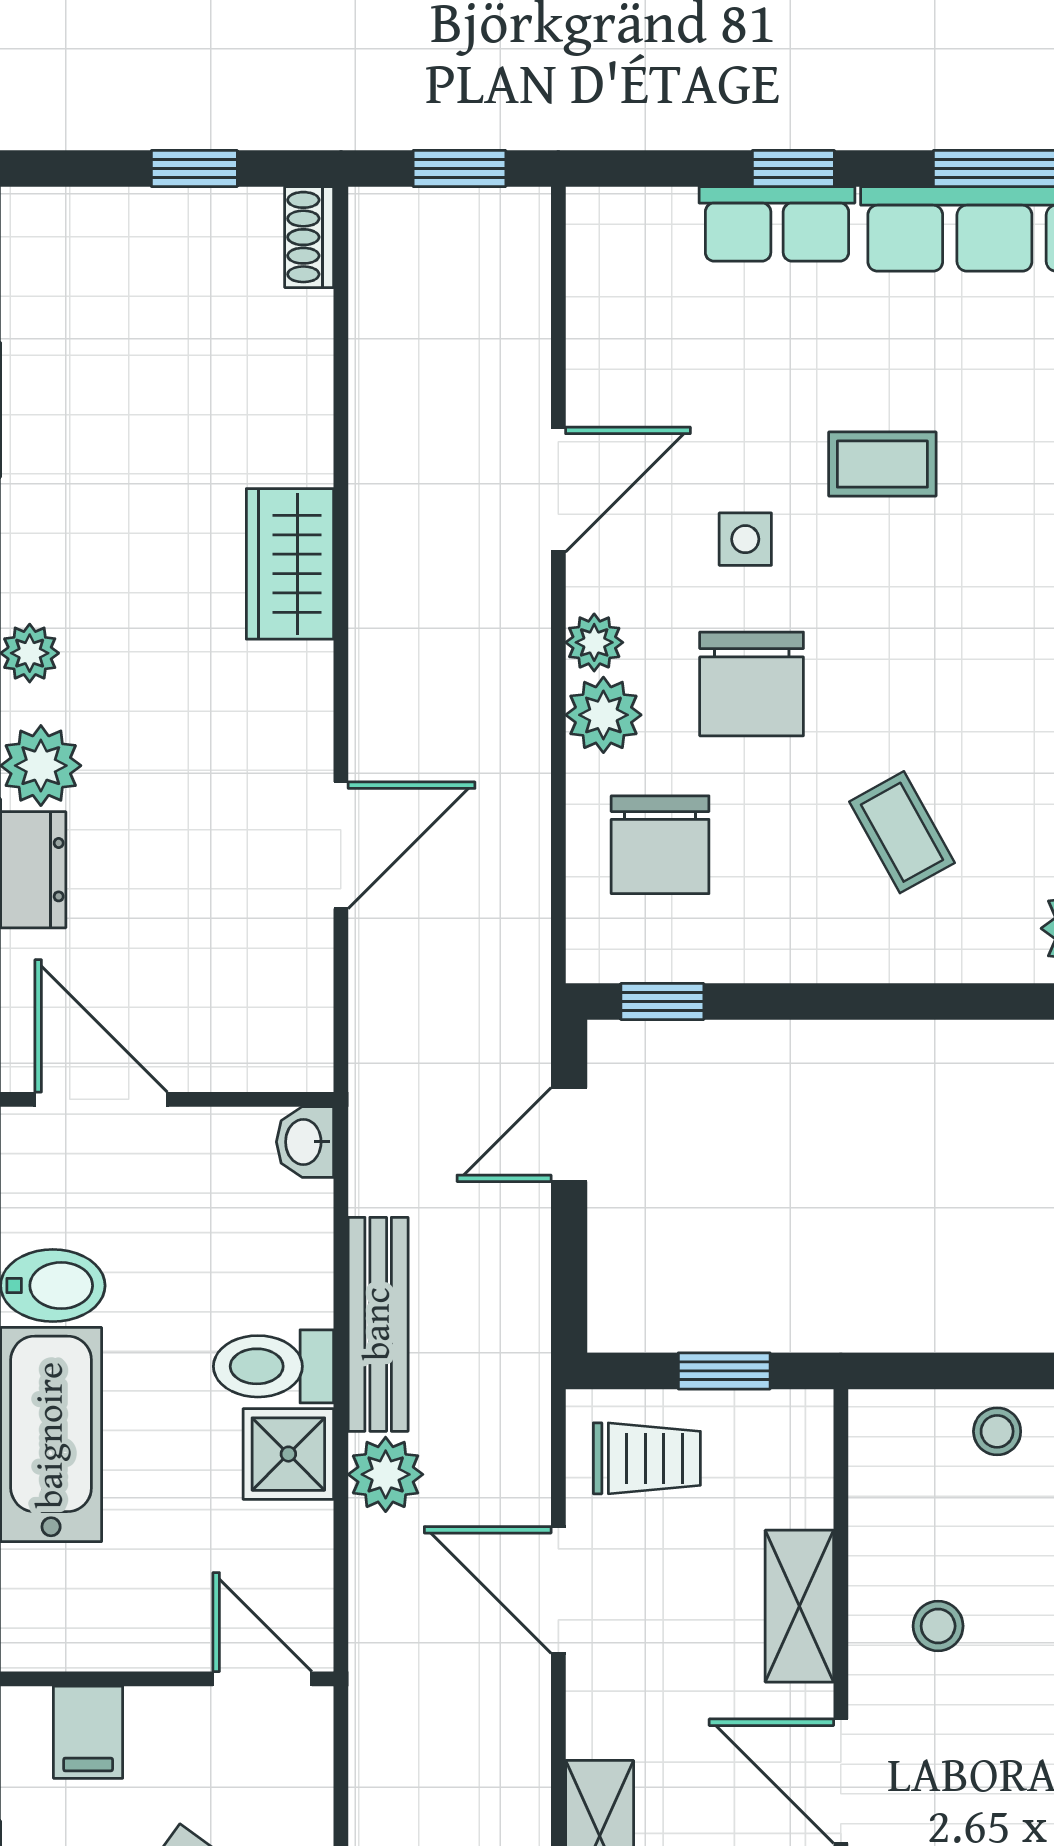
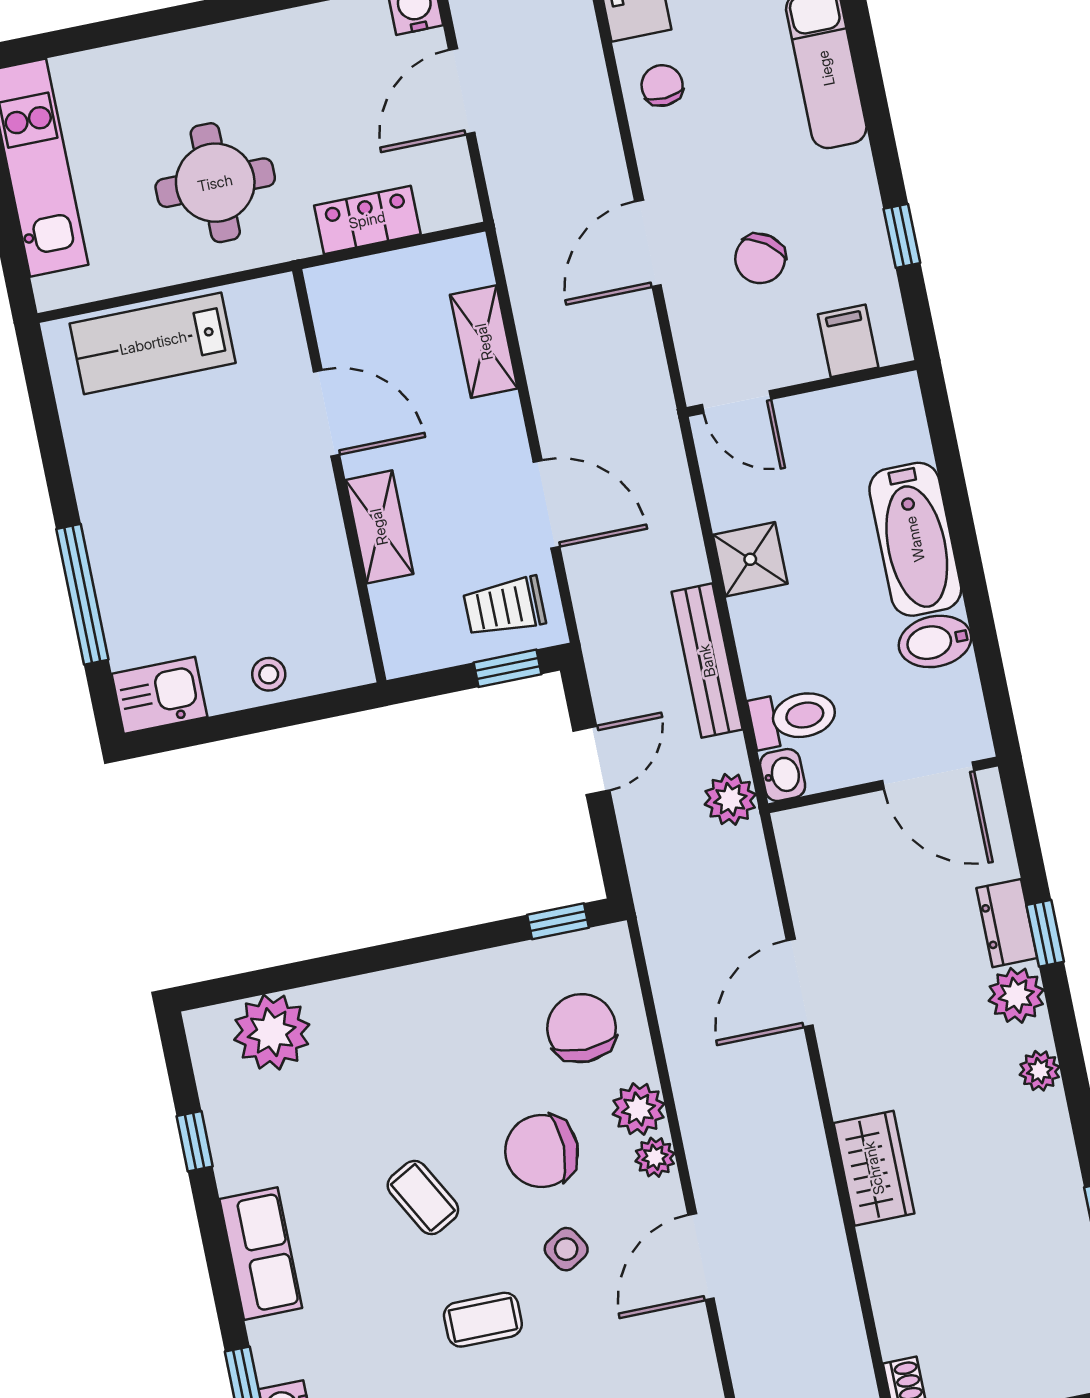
side table: (745, 539) -> (566, 1249), turned -32
chair: (752, 684) -> (542, 1151), turned -90
coffee table: (902, 832) -> (423, 1198), moved
door: (569, 1135) -> (591, 760), moved
toilet: (274, 1366) -> (793, 717), moved
window: (724, 1371) -> (508, 668), moved
plant: (386, 1474) -> (730, 799), moved
stool: (938, 1626) -> (282, 533), removed

